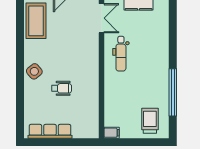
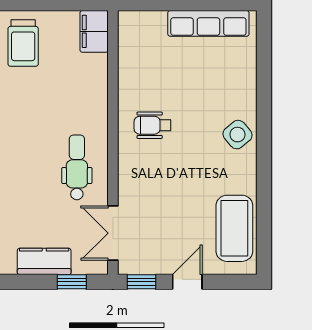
wheelchair: (62, 88) -> (153, 125), moved
filing cabinet: (112, 133) -> (94, 31), width x2.00

